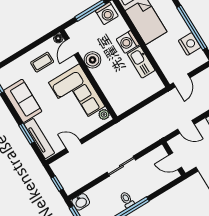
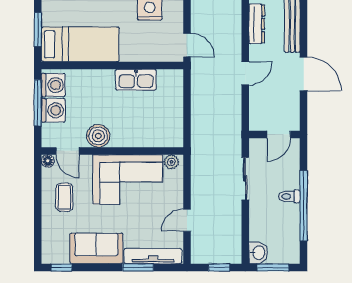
washing machine: (128, 42) -> (53, 110), moved, turned -90
wall: (174, 159) -> (274, 135), moved
door: (175, 161) -> (279, 135), moved

